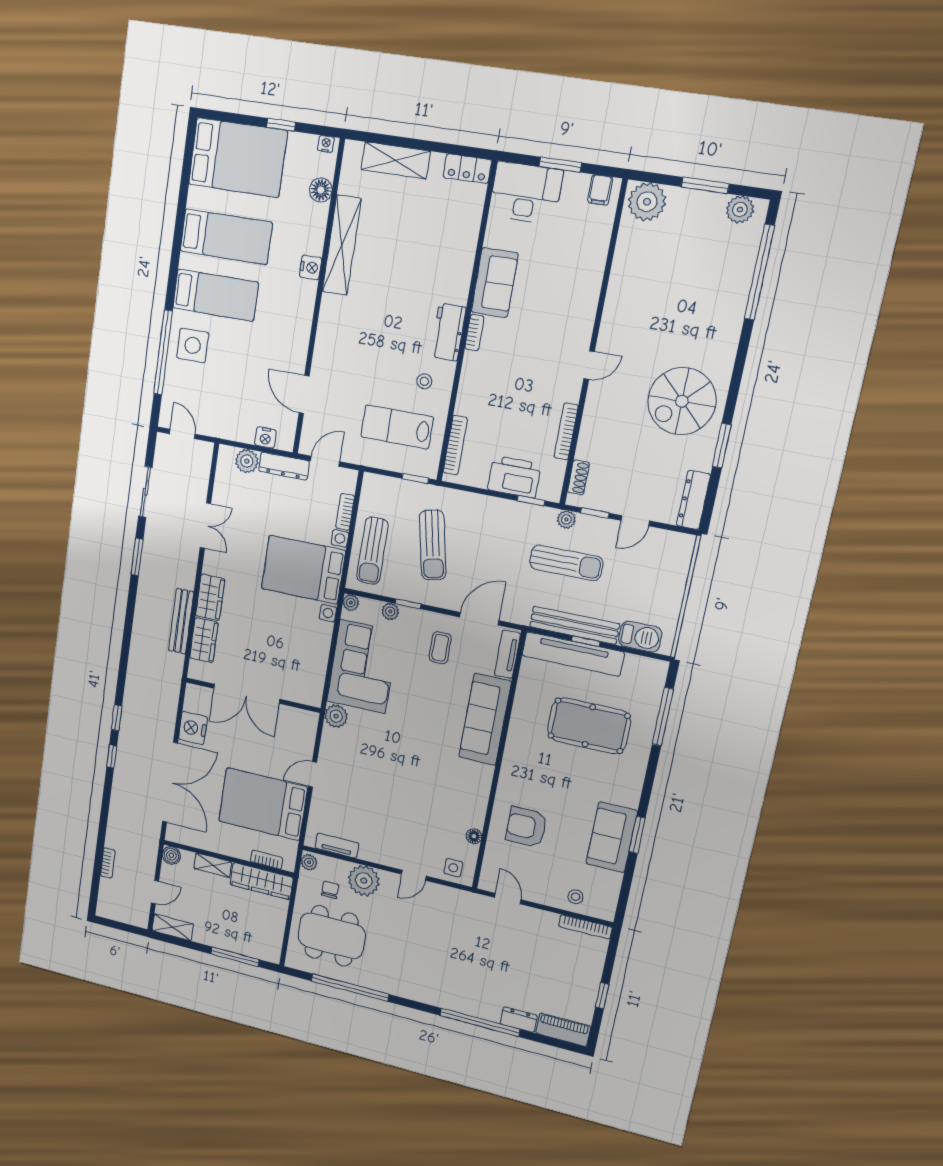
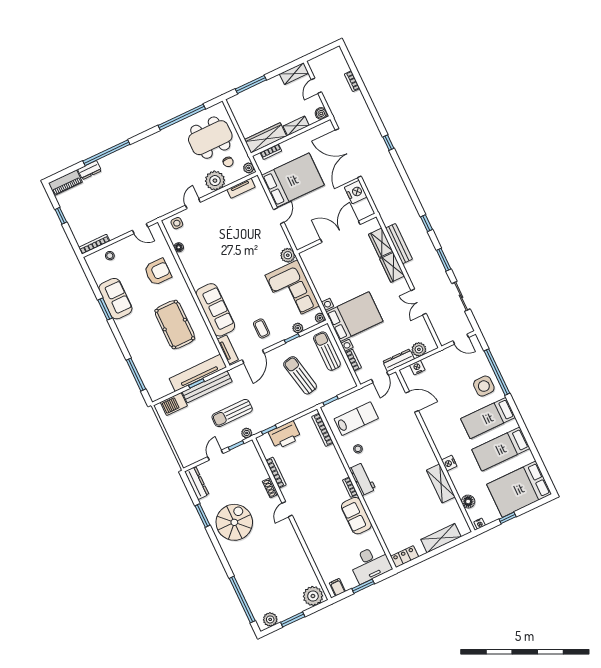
shelving: (342, 245) -> (441, 483), width x0.68
shoe rack: (578, 477) -> (270, 488), moved
window: (117, 718) -> (426, 223), moved
pool table: (589, 726) -> (175, 325), moved, turned 90

